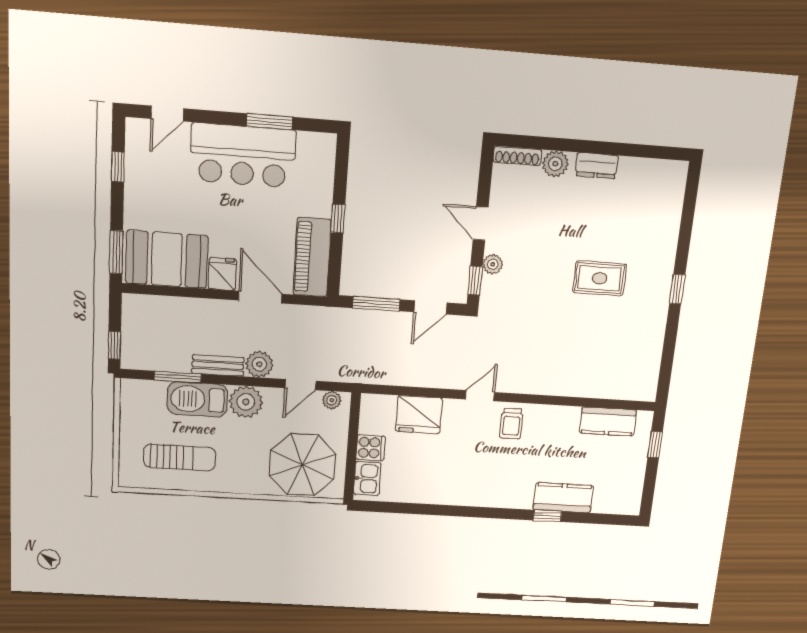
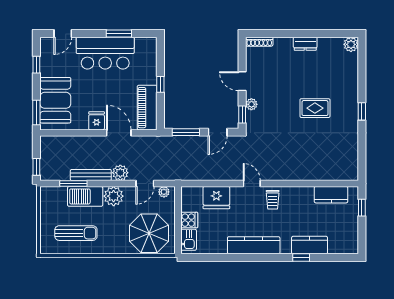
plant: (555, 164) -> (351, 44), moved
booth: (167, 259) -> (55, 100), moved, turned 90
bench: (218, 365) -> (91, 175), width x1.36
door: (480, 396) -> (252, 184), hinge flipped
kitchen counter: (473, 493) -> (254, 245), added

